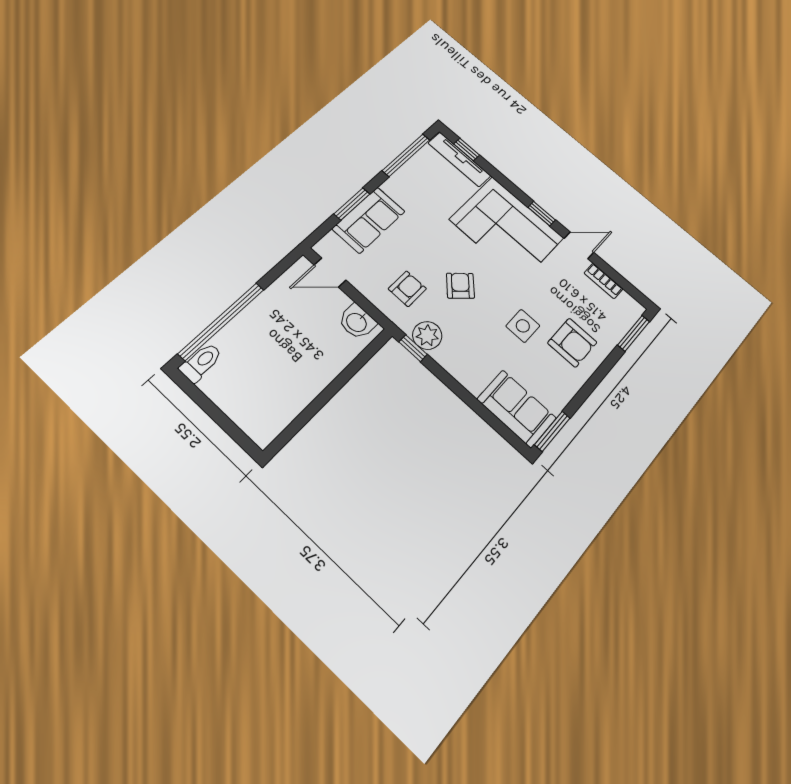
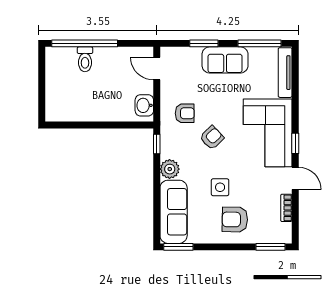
window: (467, 150) -> (295, 71), removed
sofa: (369, 220) -> (225, 60), moved
plant: (427, 335) -> (170, 169), moved
armchair: (572, 343) -> (235, 219), turned 91
toilet: (201, 362) -> (85, 59), moved, turned 90
sofa: (517, 409) -> (174, 212), width x1.36

